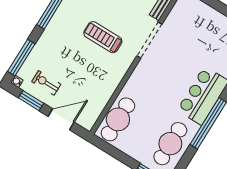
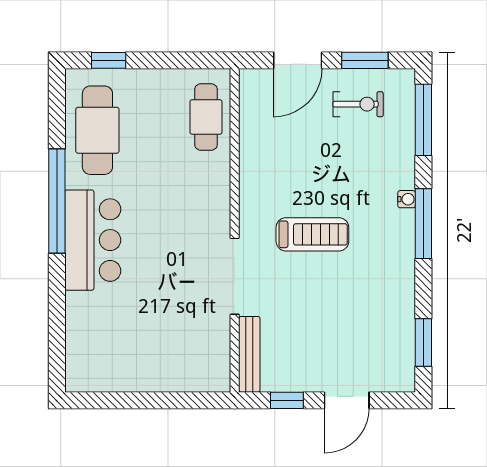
water cooler: (17, 81) -> (407, 199), moved
cafe table: (118, 119) -> (206, 117), width x0.73, depth x0.74

